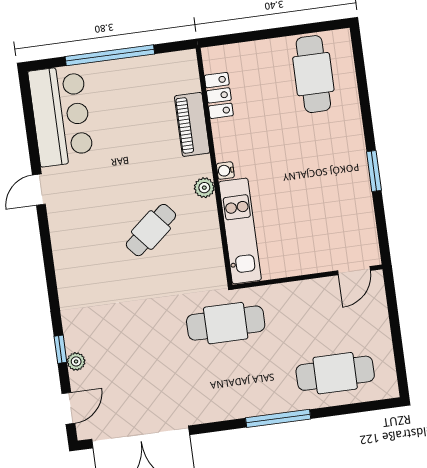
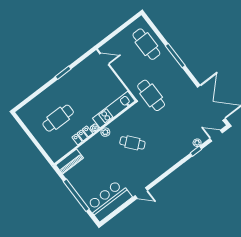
cafe table: (313, 74) -> (58, 118), moved
locker: (219, 95) -> (82, 135), moved
piano: (192, 124) -> (70, 161), moved

